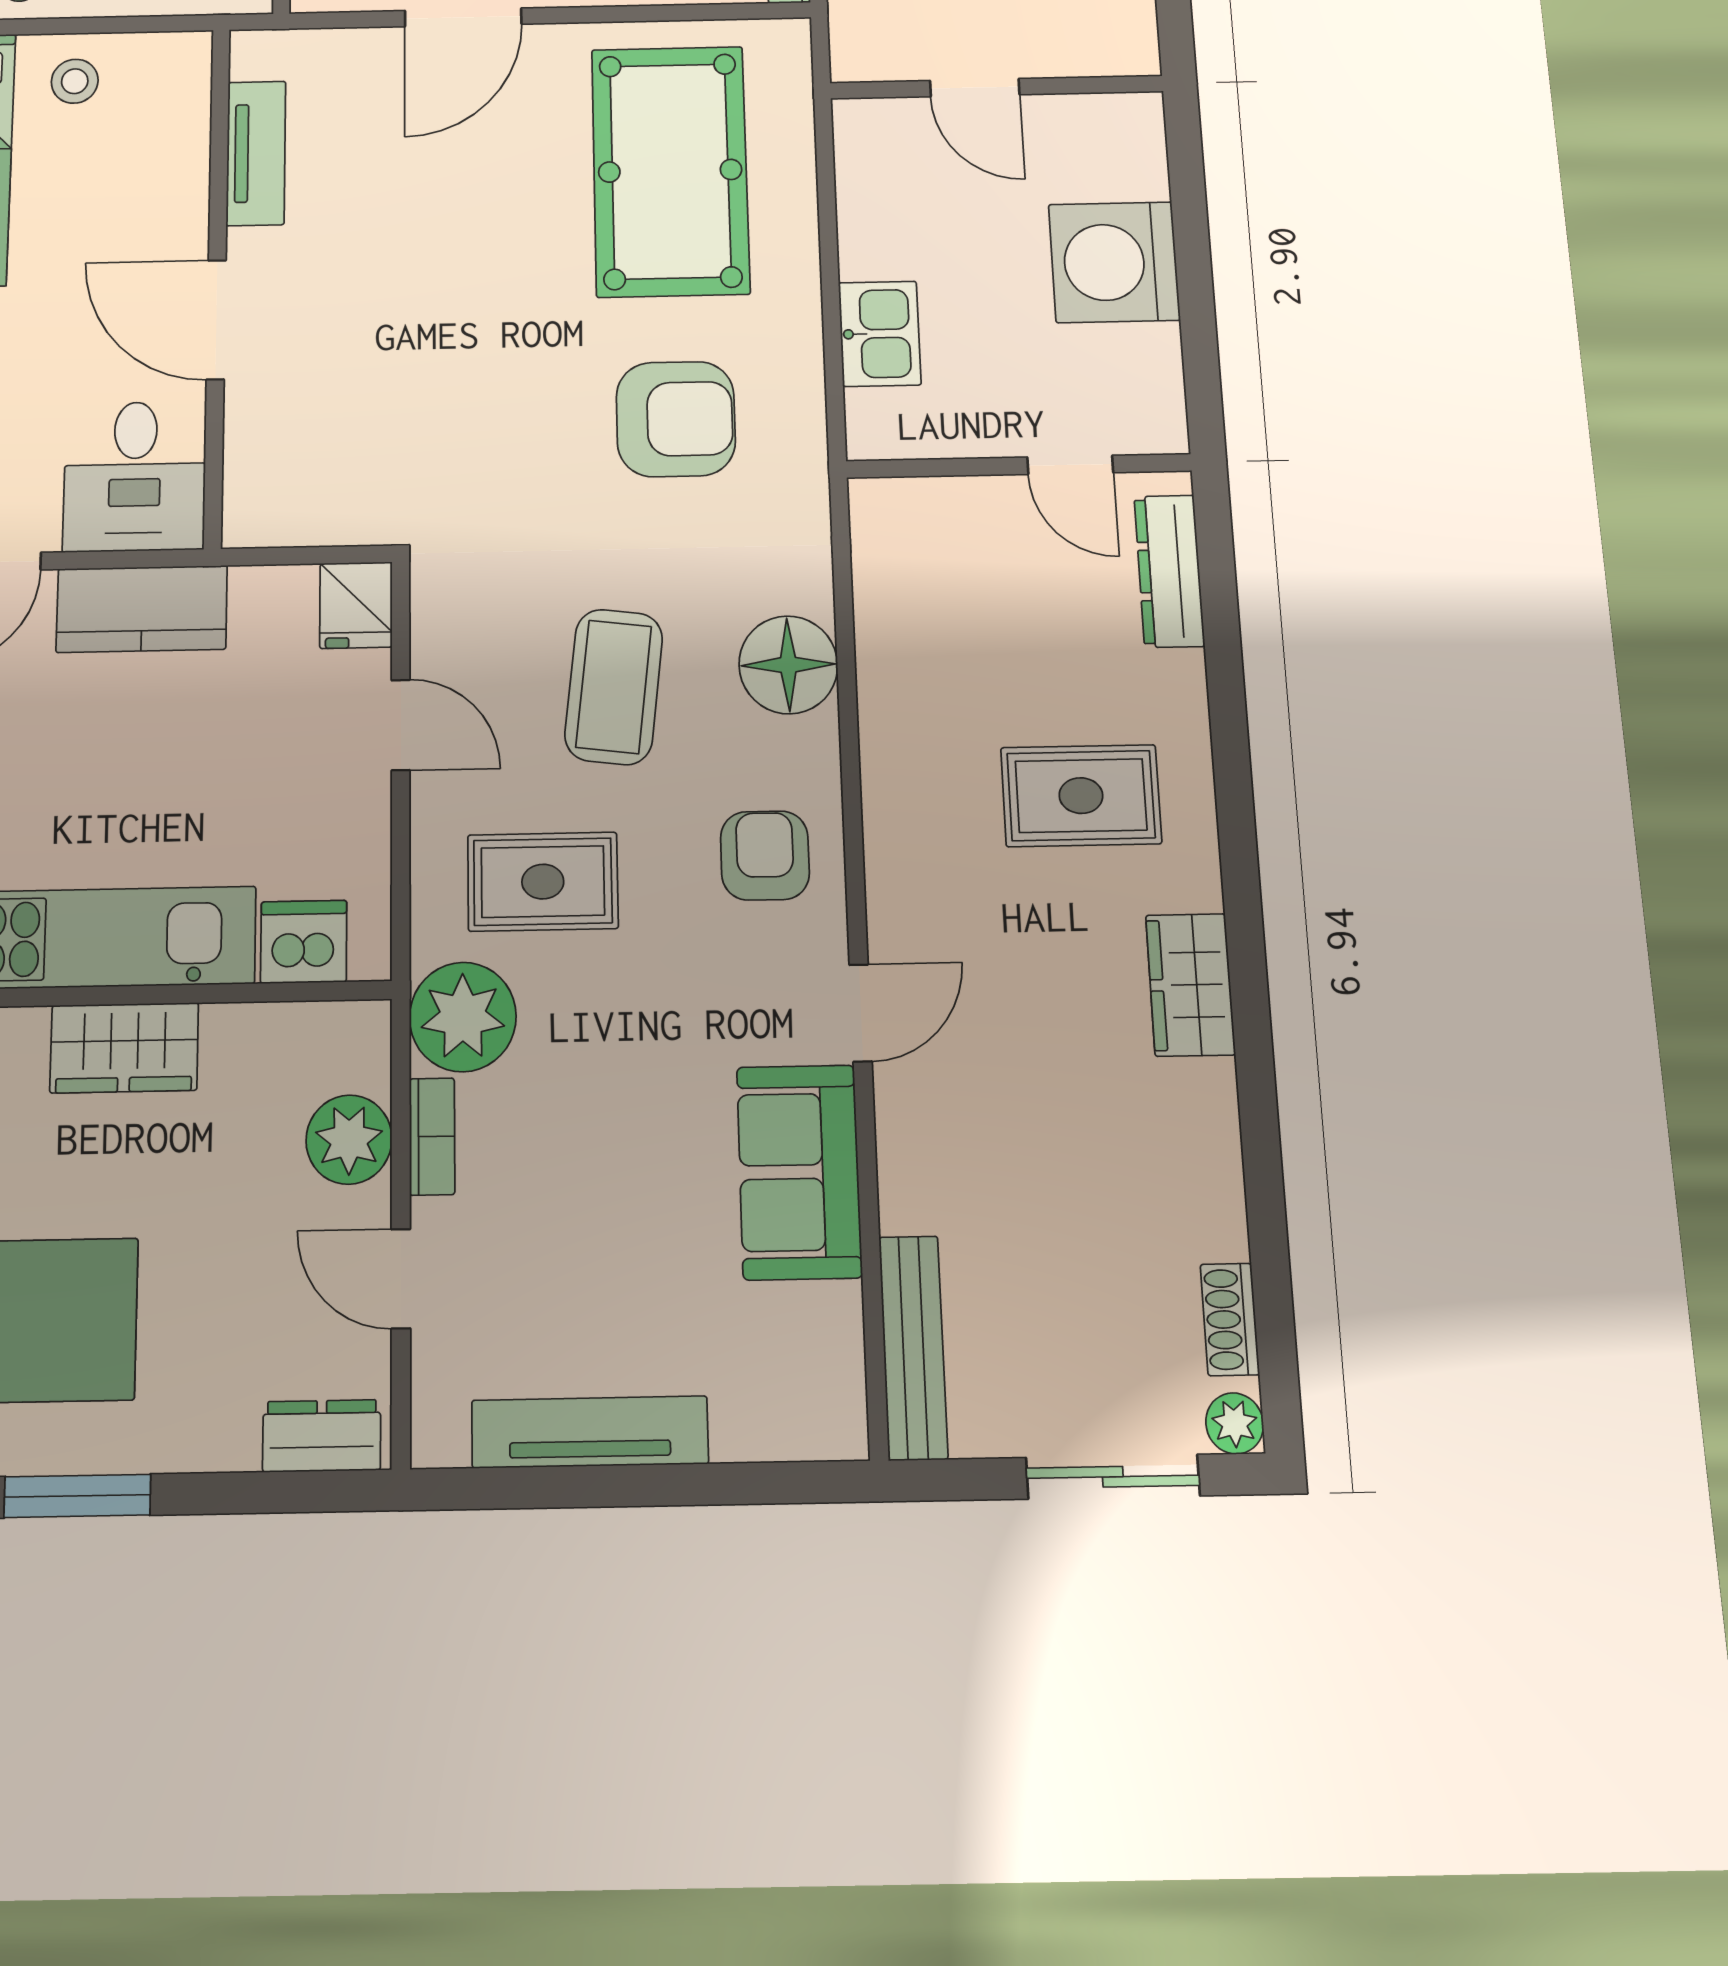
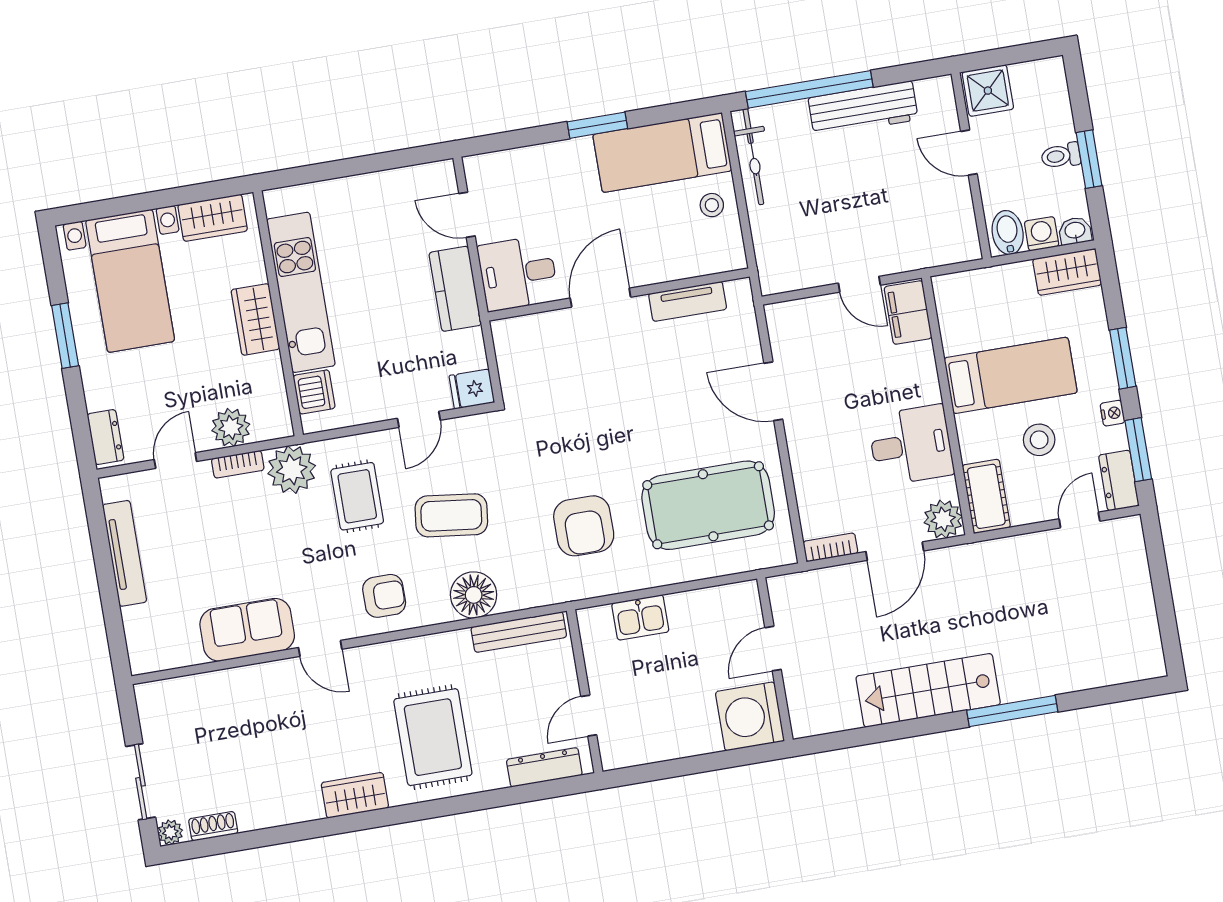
washing machine: (1114, 262) -> (750, 716), moved, turned -90
rug: (1081, 796) -> (433, 737), width x1.36, depth x1.43
bench: (913, 1347) -> (519, 632), moved

